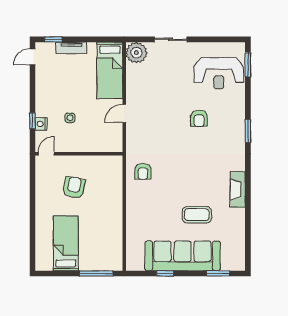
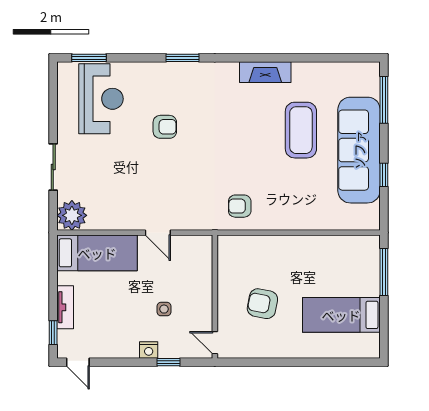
nightstand: (41, 124) -> (149, 350), moved
armchair: (143, 171) -> (240, 206), turned 180
coffee table: (197, 215) -> (301, 130), width x1.36, depth x1.32
window: (218, 273) -> (384, 100), width x1.44

